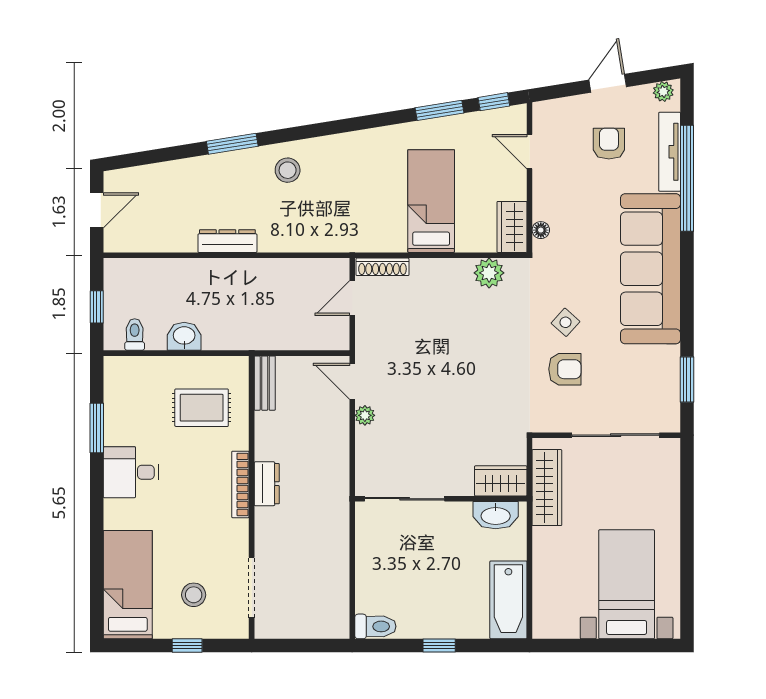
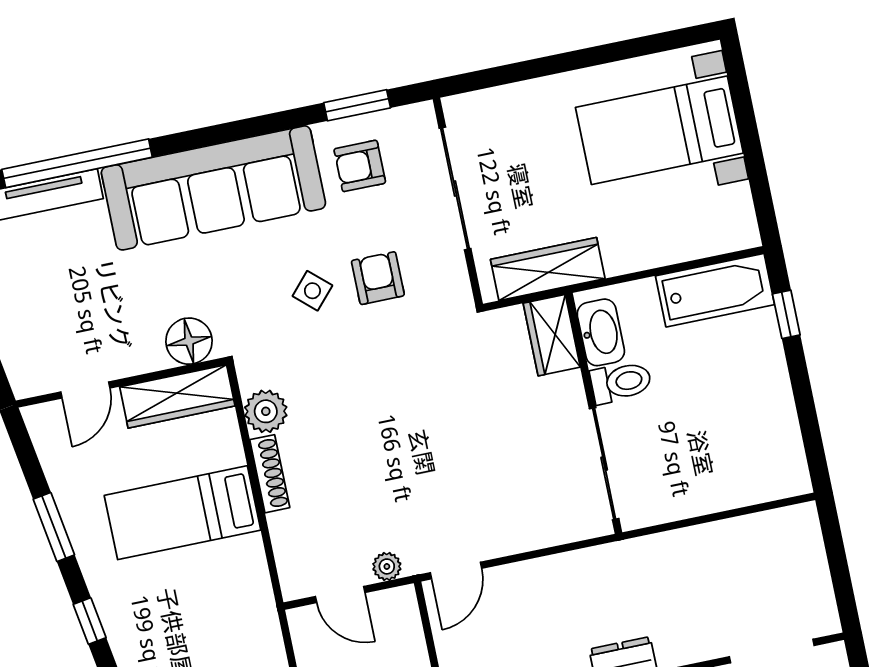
window: (494, 102) -> (90, 621), moved
armchair: (609, 144) -> (360, 166), moved
wardrobe: (512, 227) -> (177, 396), width x1.50
floor lamp: (541, 230) -> (189, 341), width x1.89, depth x1.89
shoe rack: (382, 267) -> (270, 474), moved
plant: (365, 415) -> (387, 566), moved
toilet: (375, 626) -> (621, 382), moved, turned 90
window: (439, 646) -> (786, 314), moved

